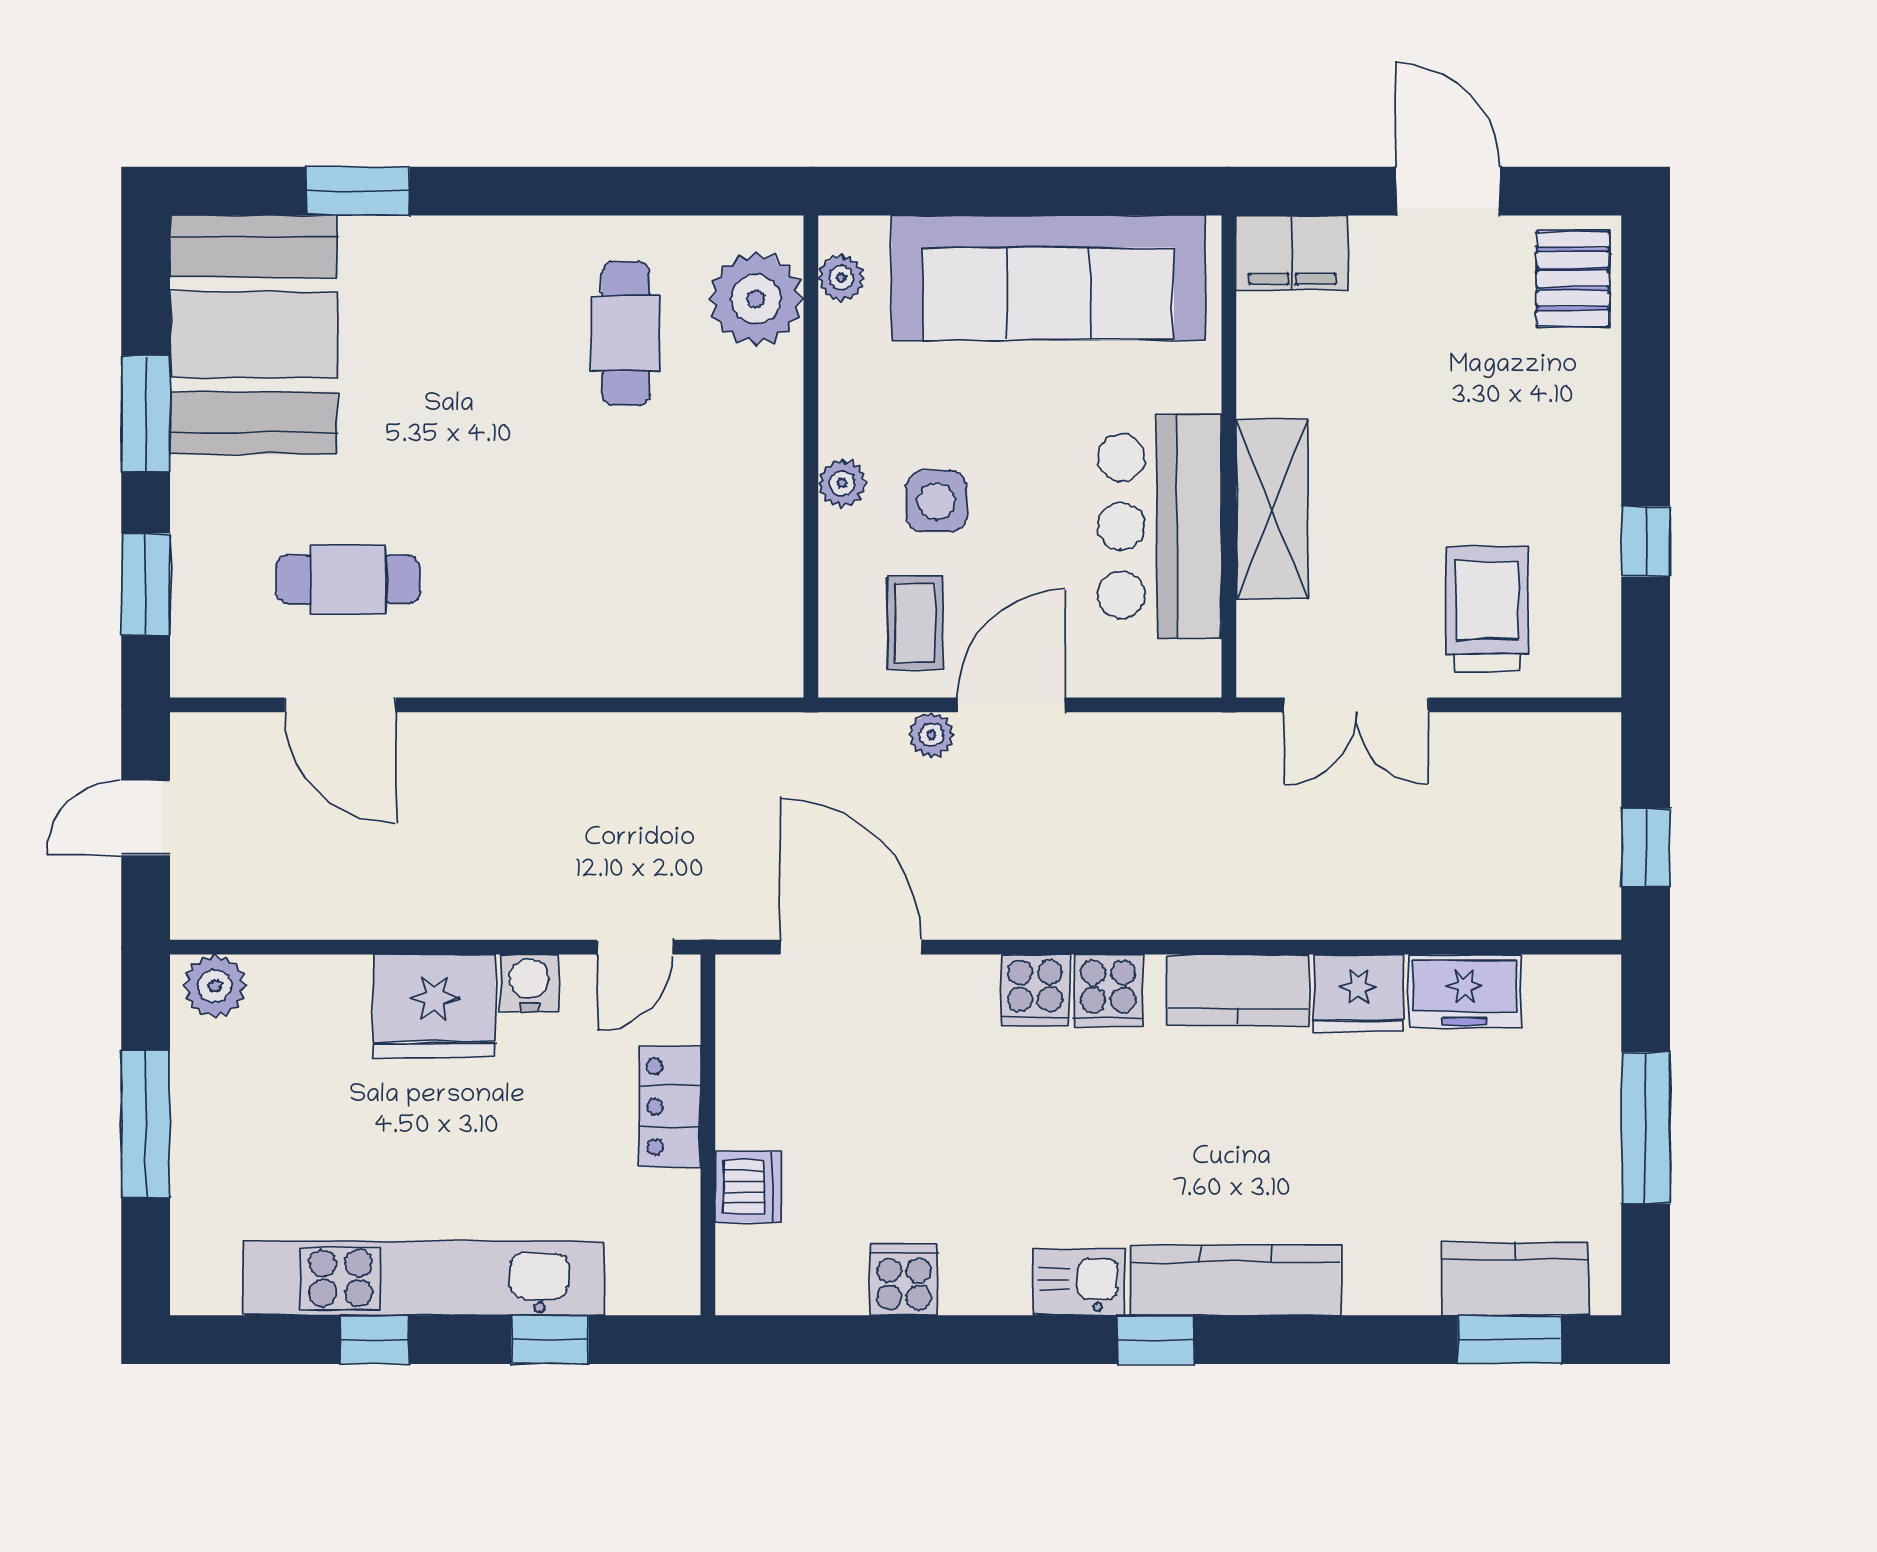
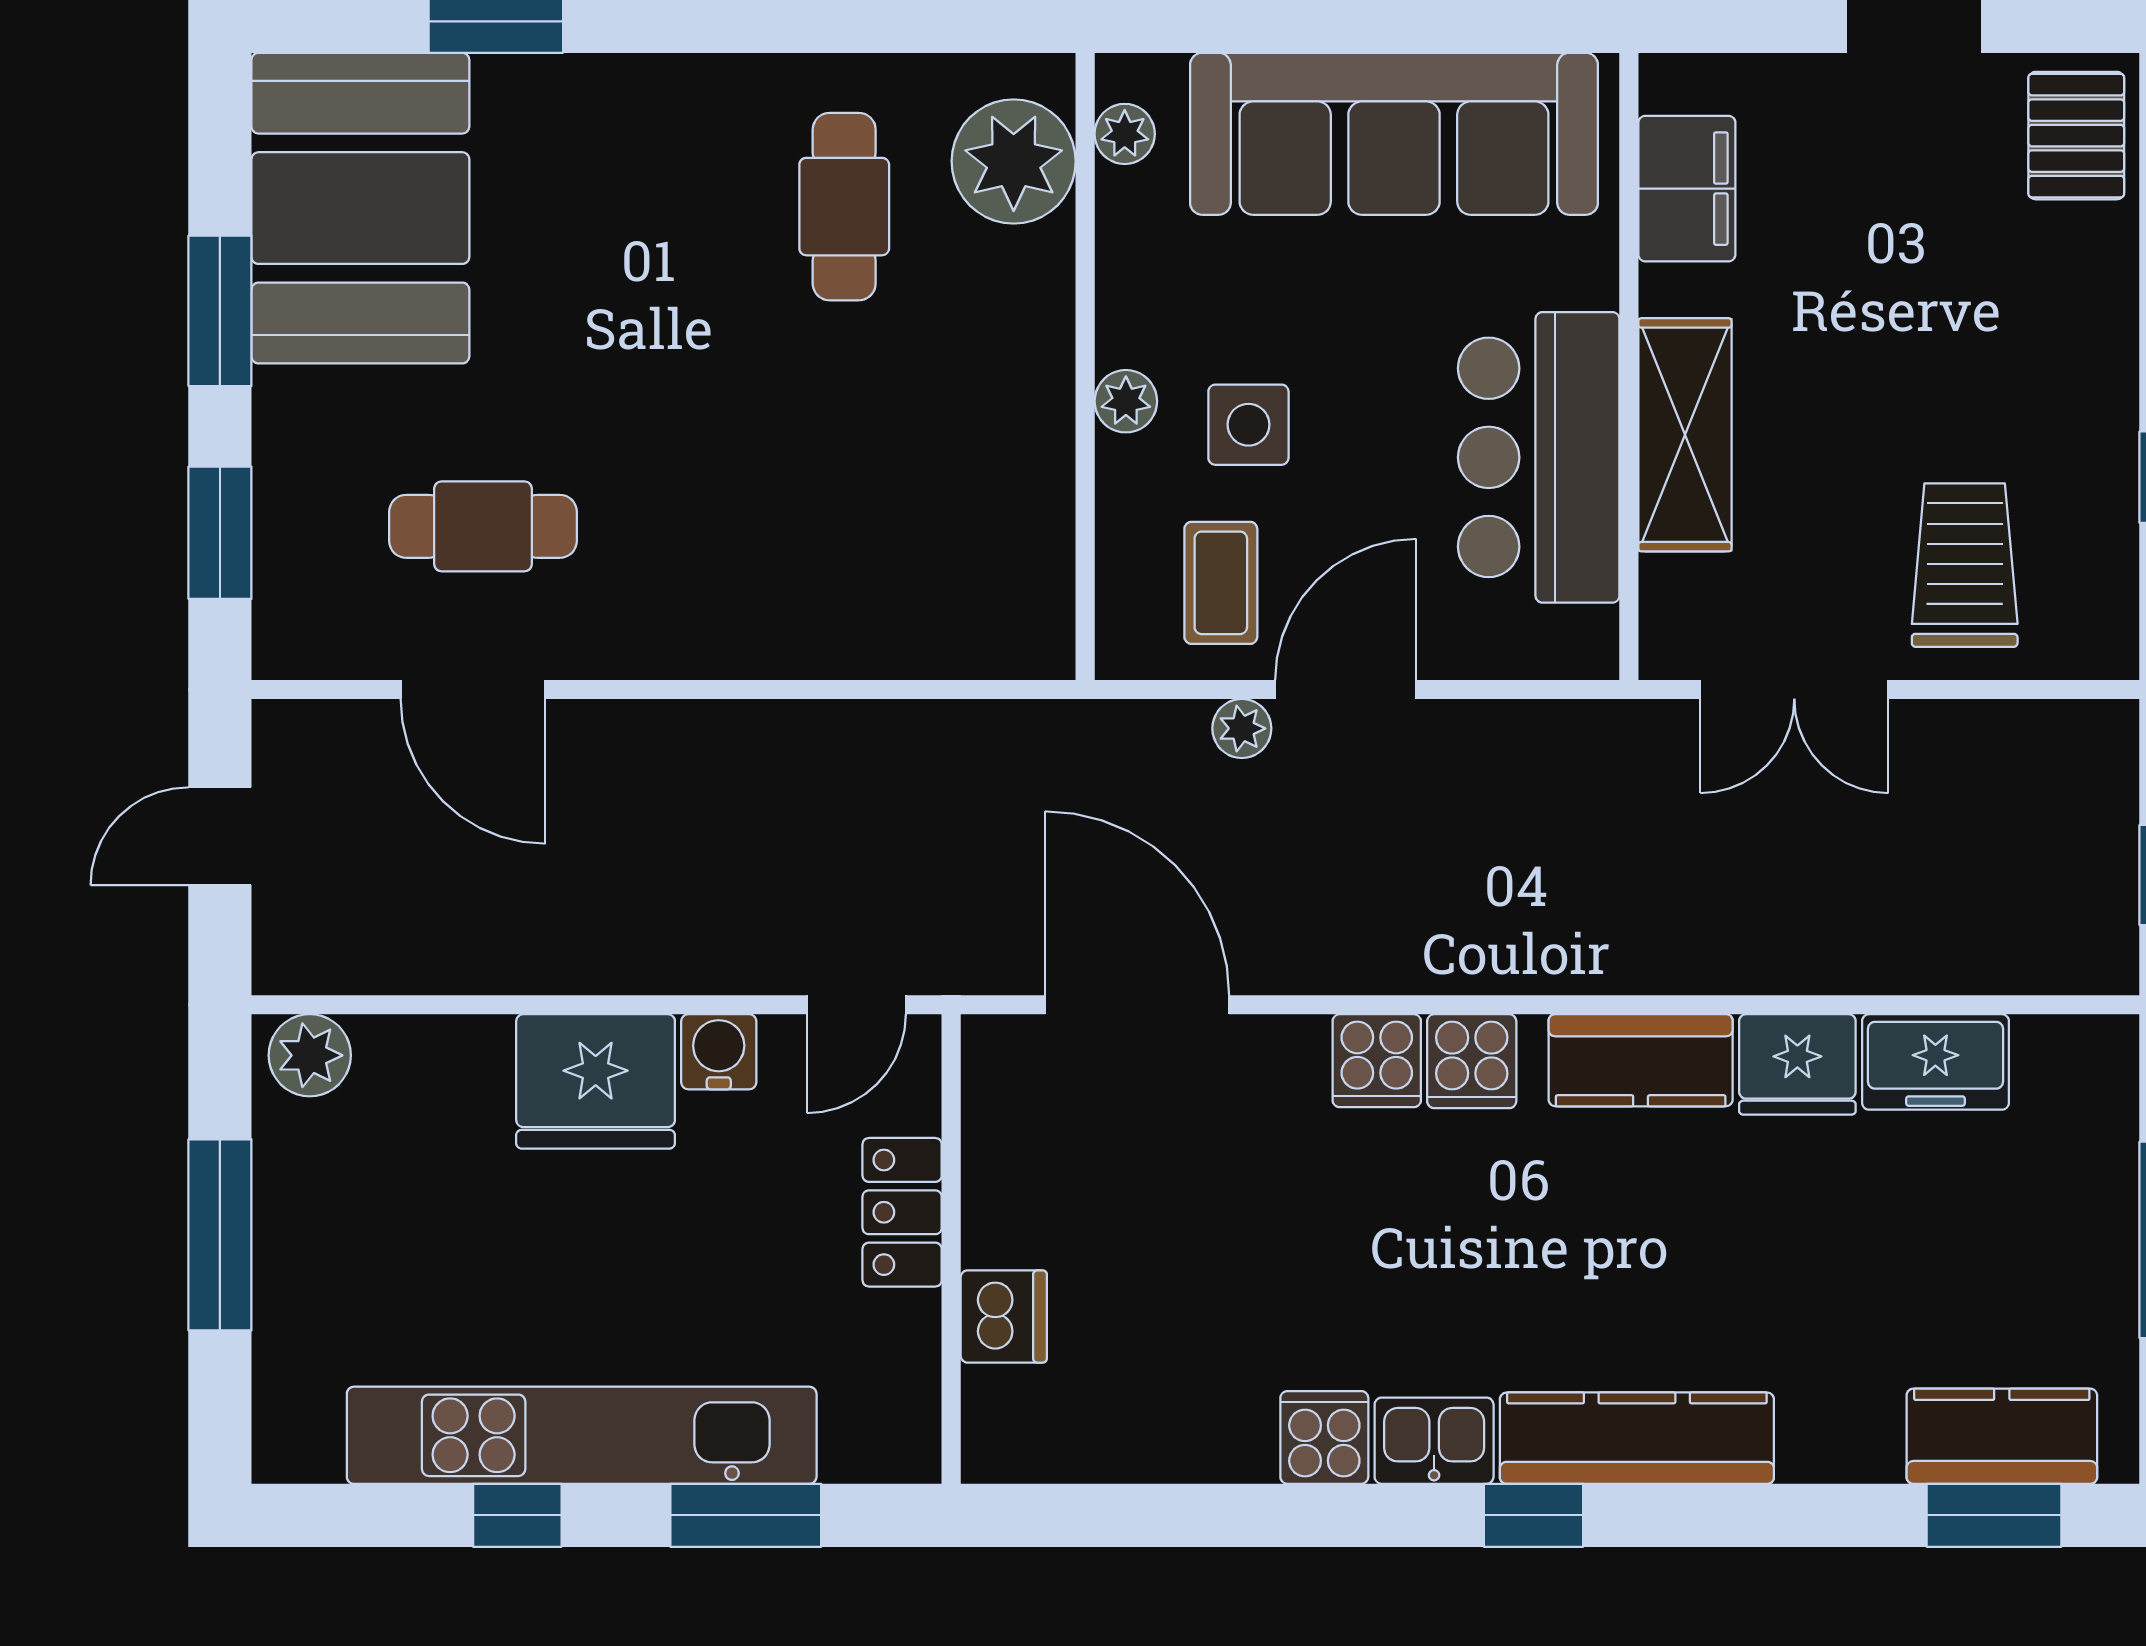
filing cabinet: (1292, 253) -> (1687, 189), moved, turned -90
cooker: (904, 1280) -> (1324, 1437), moved
window: (550, 1340) -> (746, 1515), width x1.50

